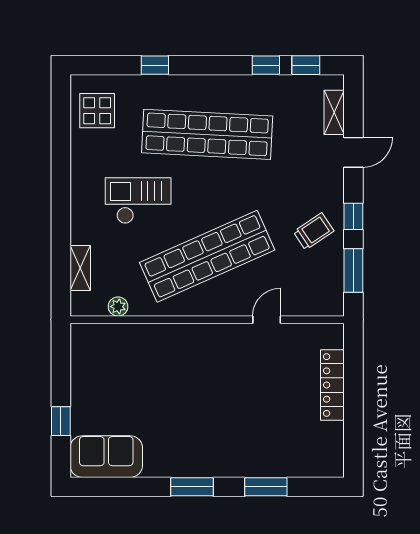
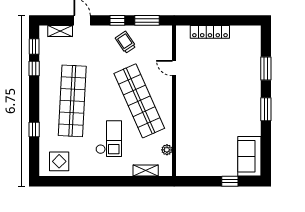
checkout: (138, 201) -> (109, 139), turned 180

